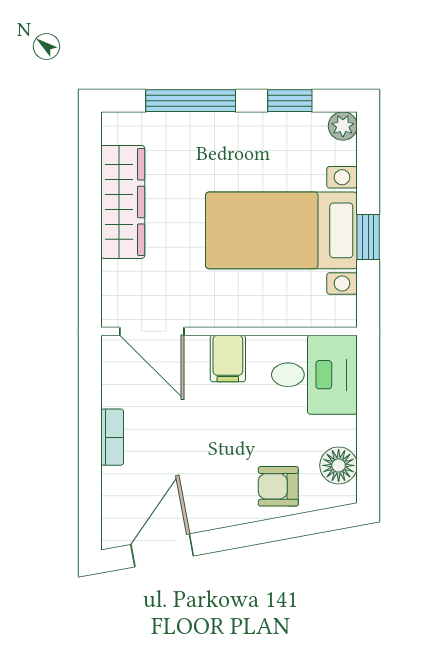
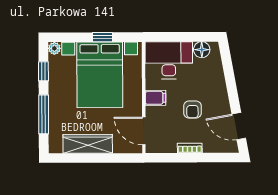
bed with nightstands: (281, 230) -> (100, 75), width x1.36
door: (152, 331) -> (144, 131), swing flipped
desk: (314, 375) -> (169, 60), width x1.37
armchair: (278, 486) -> (192, 110), moved

